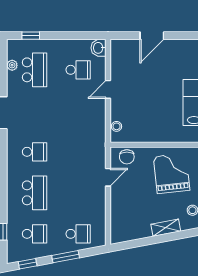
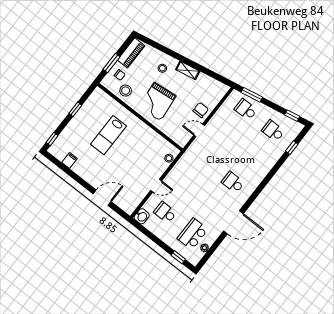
chair: (127, 157) -> (201, 110), moved
school desk: (34, 193) -> (253, 157), removed
window: (66, 257) -> (252, 95), moved

